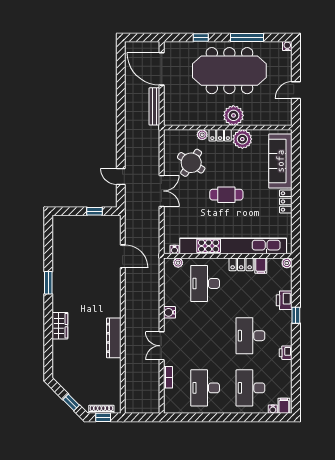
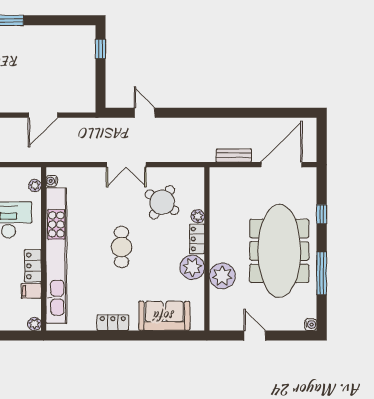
bench: (154, 106) -> (234, 156), width x0.73
plant: (233, 115) -> (222, 276), moved
sofa: (280, 161) -> (164, 316), width x0.73
door: (121, 176) -> (145, 113), hinge flipped
window: (94, 211) -> (100, 49), moved

